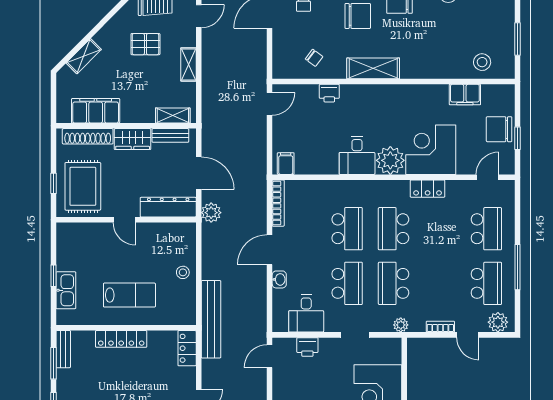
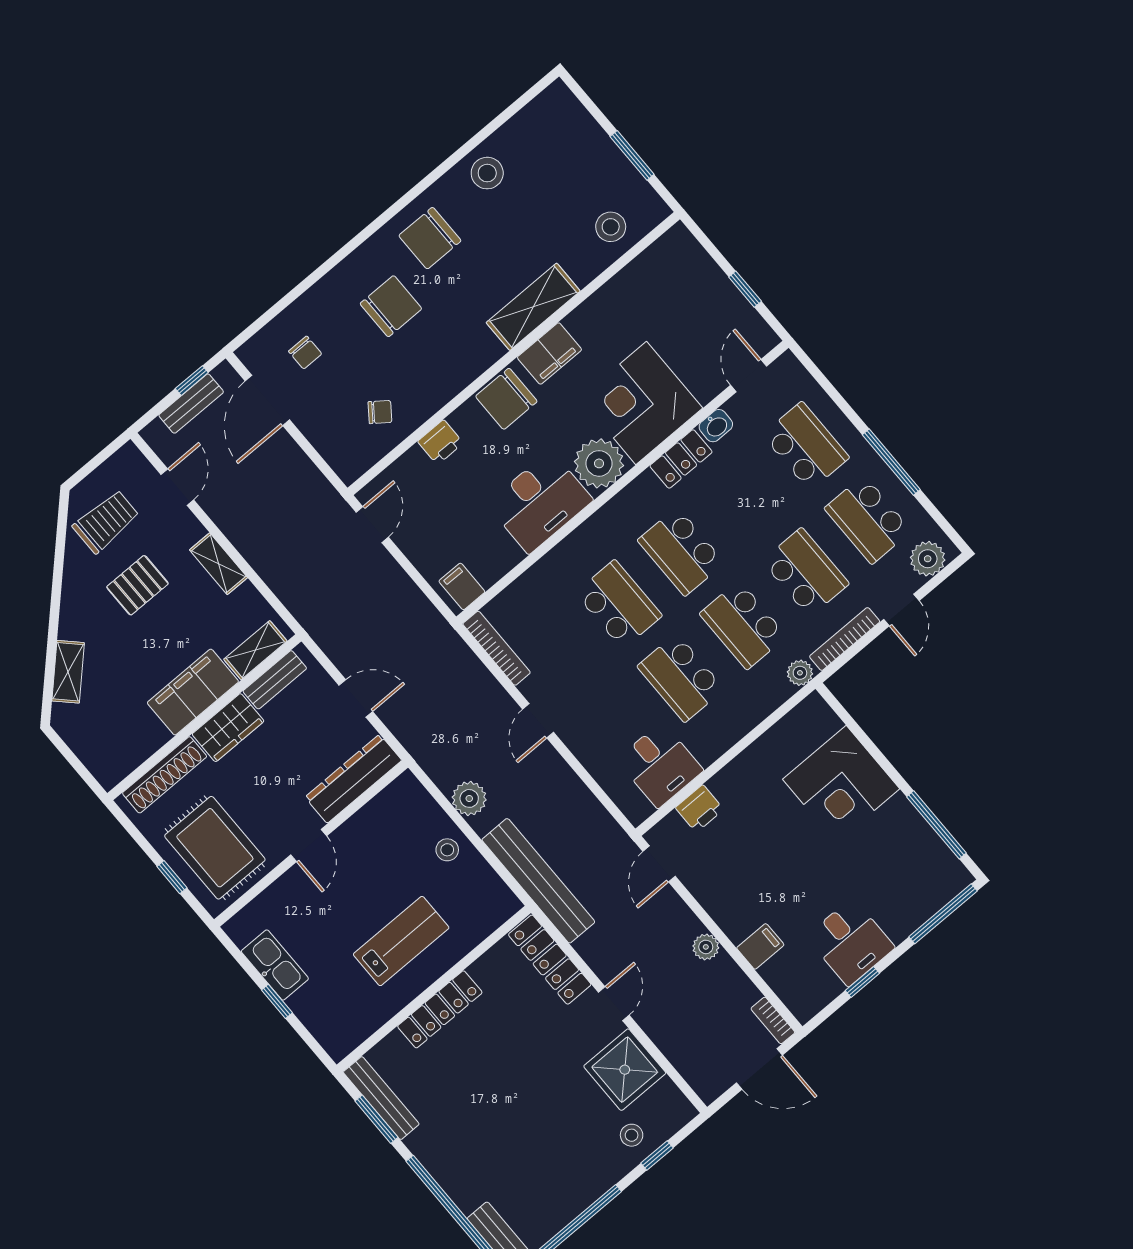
shelving: (373, 68) -> (533, 307), moved
filing cabinet: (465, 95) -> (549, 353), moved
filing cabinet: (96, 111) -> (193, 692), moved
chair: (499, 129) -> (506, 399), moved
desk: (357, 155) -> (540, 502), width x1.37
door: (199, 173) -> (356, 698), width x0.73
plant: (211, 213) -> (469, 798), moved
door: (124, 220) -> (309, 845), hinge flipped
door: (270, 250) -> (538, 721), width x0.73
washbasin: (279, 279) -> (716, 426), moved, turned 90
school desk: (347, 283) -> (681, 678), turned 180
school desk: (440, 283) -> (805, 572), added
school desk: (486, 283) -> (868, 520), turned 180
kitchen sink: (66, 290) -> (275, 965), moved
bookcase: (440, 327) -> (845, 639), width x1.56
doorway: (355, 335) -> (750, 738), removed
door: (468, 335) -> (901, 610), hinge flipped
locker: (187, 348) -> (550, 960), width x1.53
bench: (63, 349) -> (381, 1098), width x1.36

